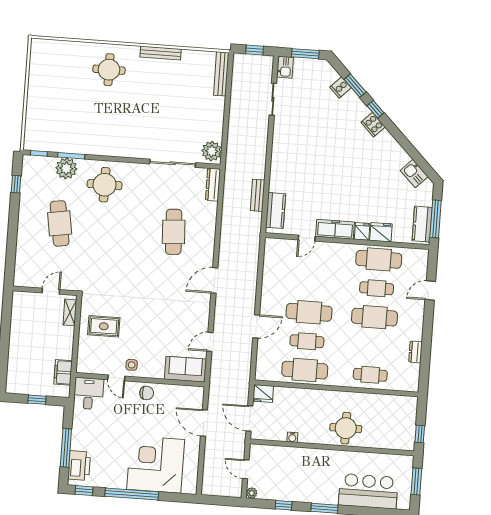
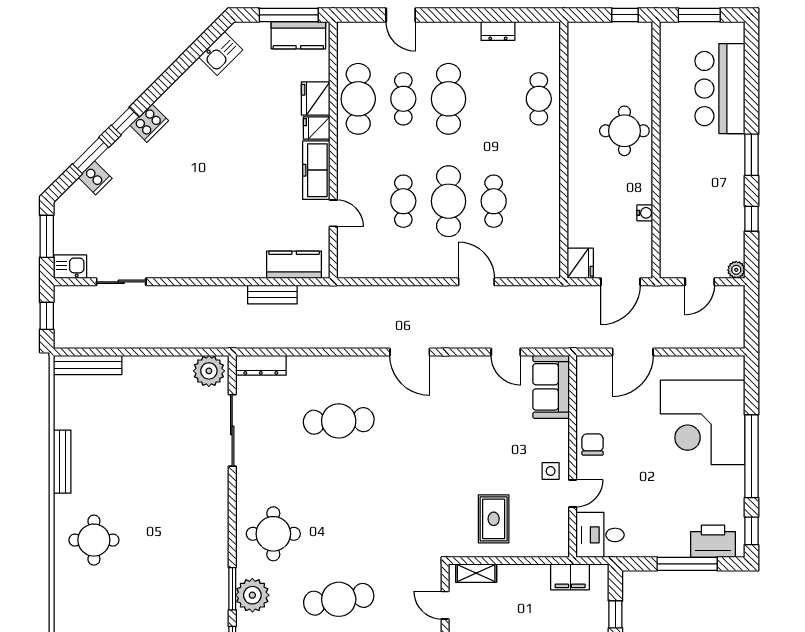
cafe table: (305, 370) -> (403, 201), moved, width x0.73, depth x0.74

